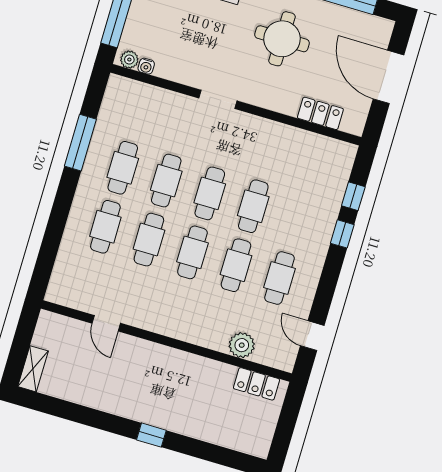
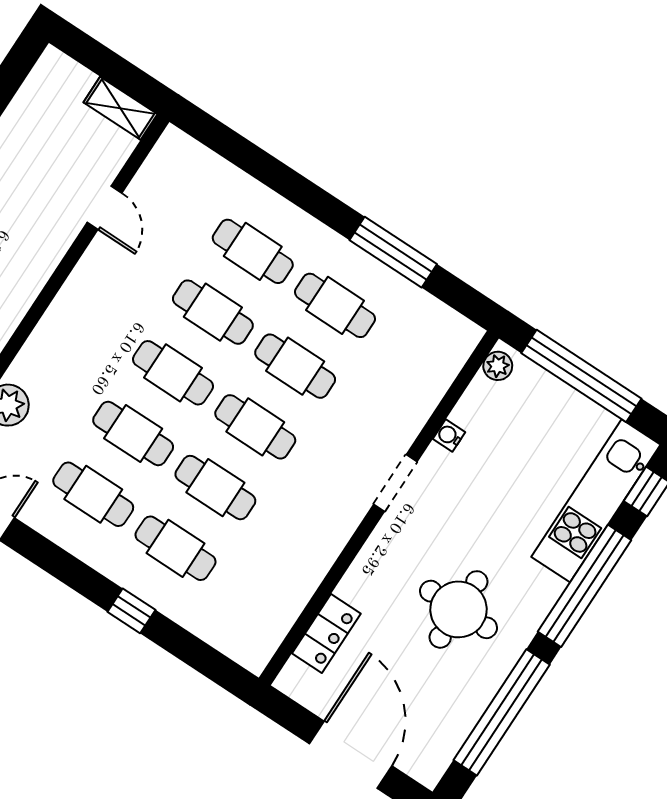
water cooler: (146, 66) -> (449, 436), moved
door: (388, 77) -> (351, 755), hinge flipped
window: (353, 196) -> (184, 645), removed
cafe table: (297, 219) -> (175, 548), added
door: (106, 323) -> (104, 208), swing flipped
shelving: (33, 369) -> (120, 108), moved

